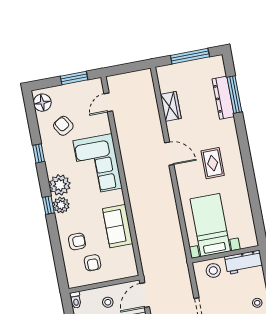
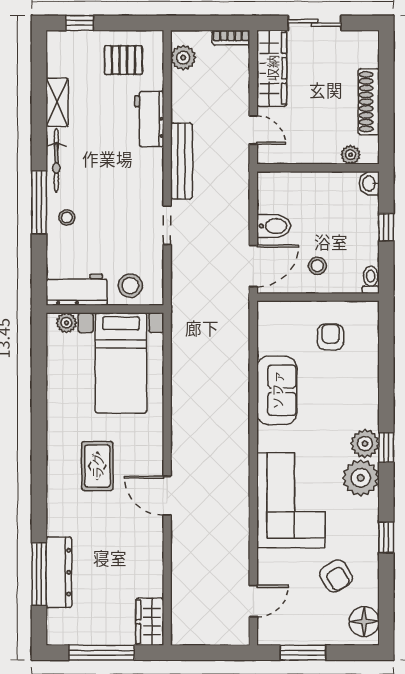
wardrobe: (171, 106) -> (150, 622), moved
armchair: (77, 242) -> (350, 377), removed
plant: (246, 242) -> (66, 323), added

